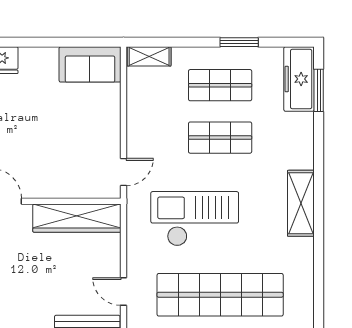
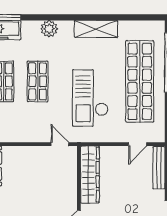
plant: (301, 155) -> (49, 29), added
shelving: (301, 203) -> (96, 29), moved

